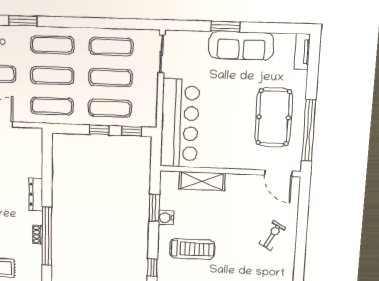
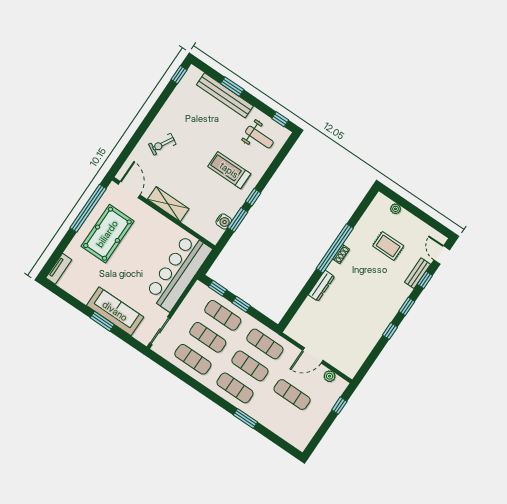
sofa: (241, 46) -> (115, 311), moved
shelving: (202, 181) -> (168, 204), moved
water cooler: (166, 218) -> (224, 221), moved
window: (152, 268) -> (253, 197), moved

